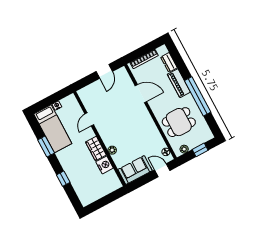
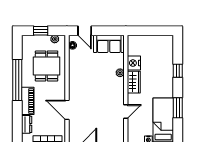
dining table: (179, 122) -> (47, 66), turned 90

